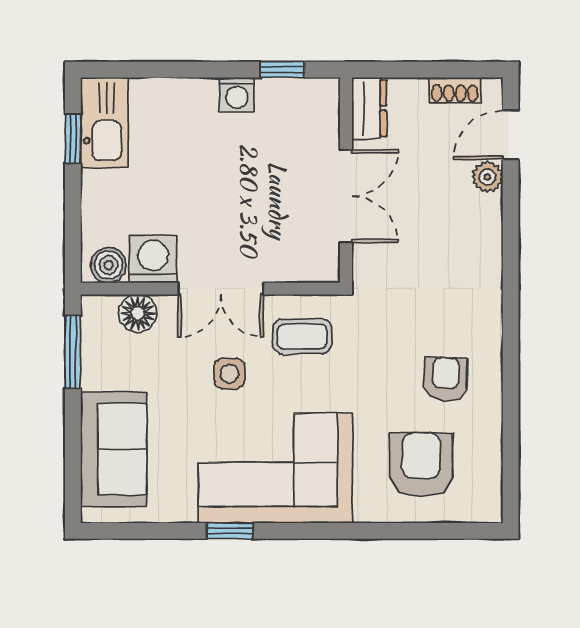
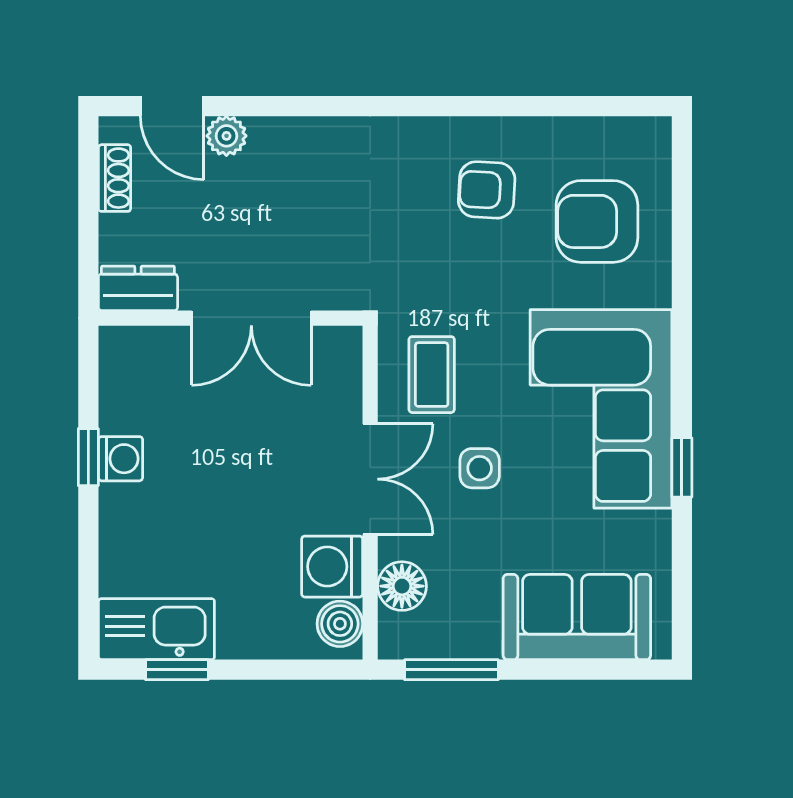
window: (282, 70) -> (88, 457), moved
double door: (346, 196) -> (251, 318), swing flipped

